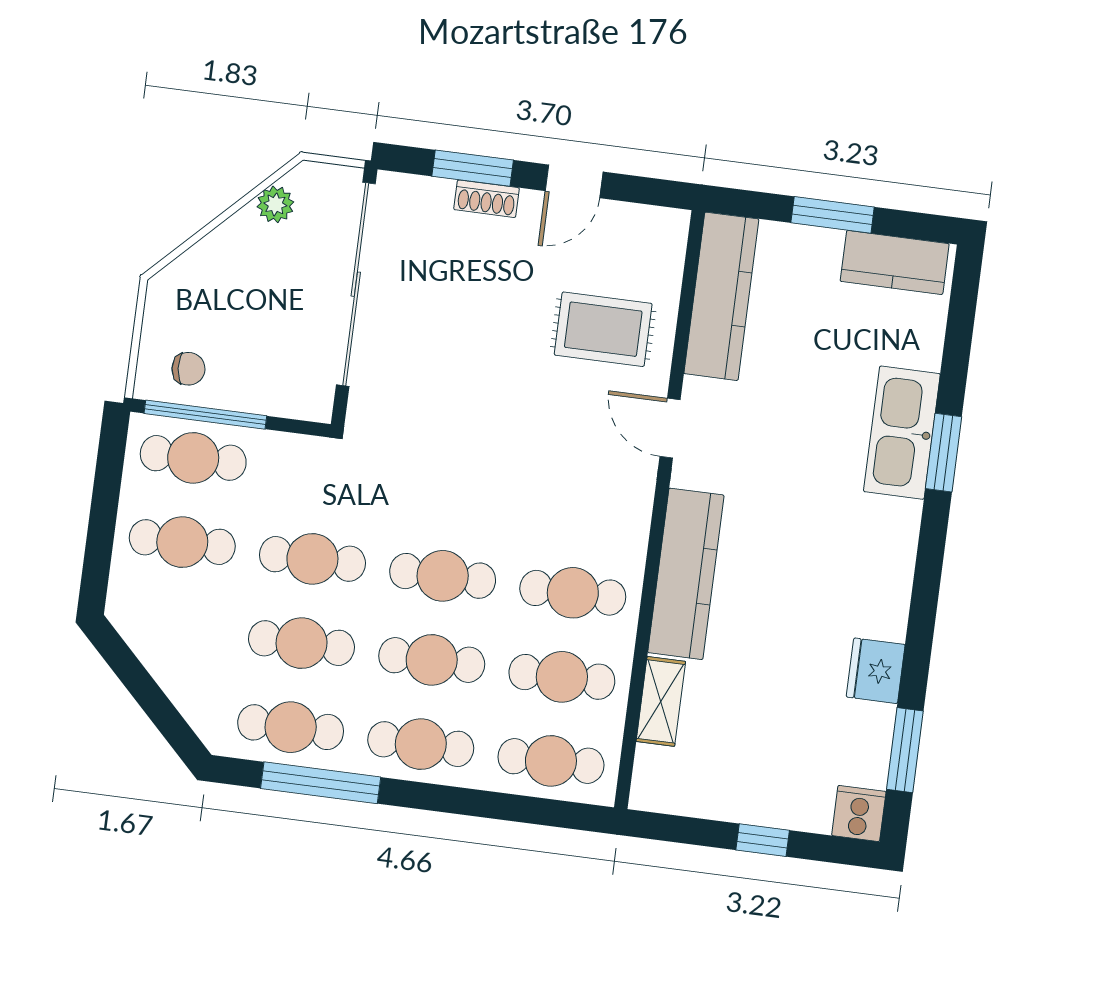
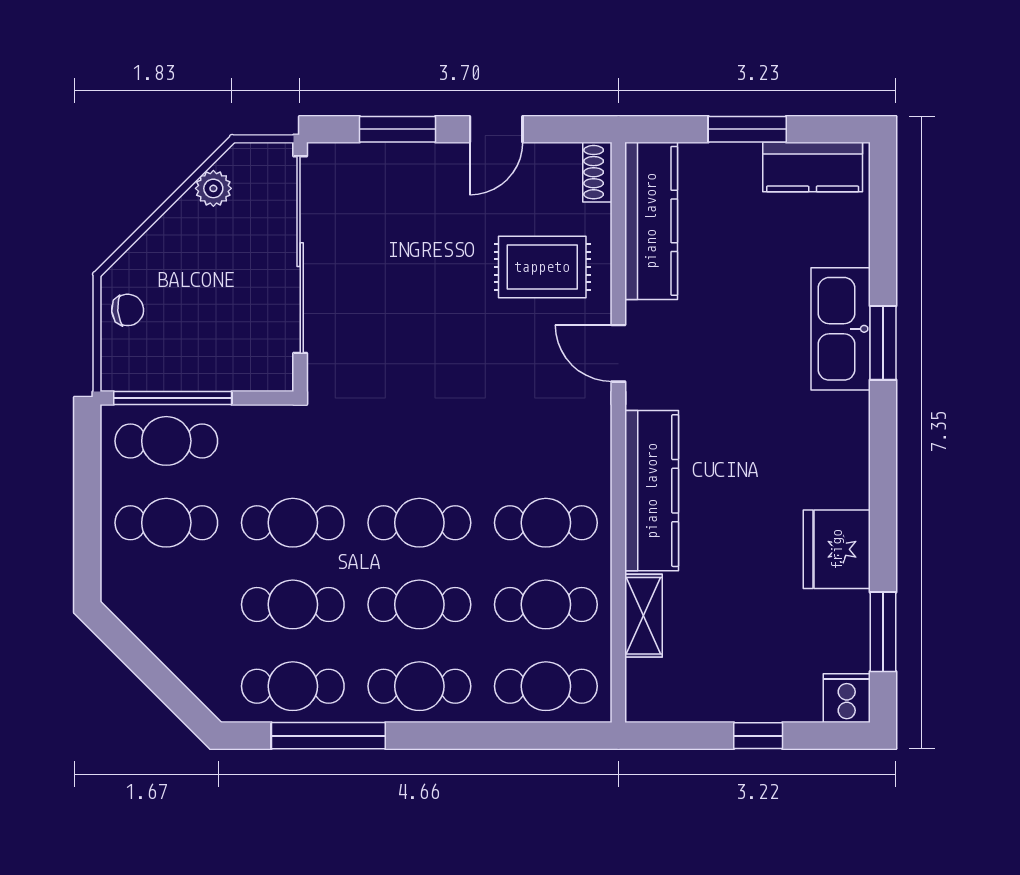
shoe rack: (487, 199) -> (597, 172), moved, turned 90
chair: (188, 369) -> (128, 310), moved
fridge: (876, 671) -> (837, 549), width x1.36, depth x1.34

